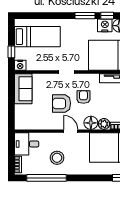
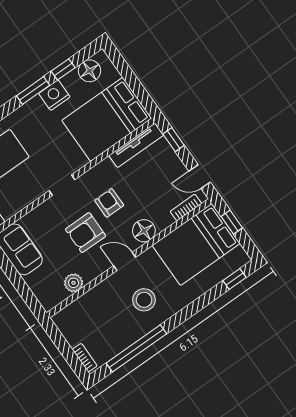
nightstand: (105, 25) -> (54, 95), moved
plant: (104, 124) -> (74, 283), moved
desk: (27, 144) -> (77, 321), removed
stool: (57, 158) -> (144, 300), moved

